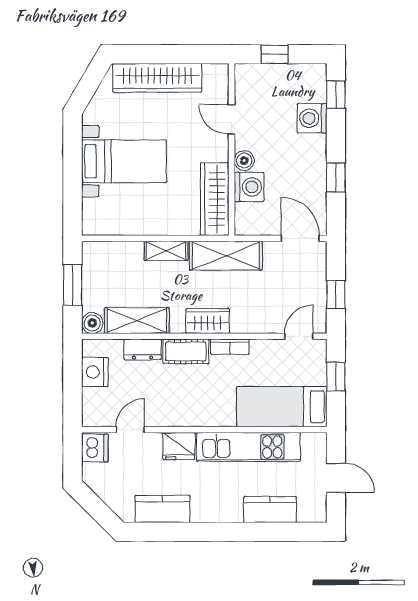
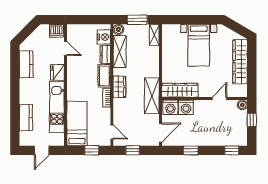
washing machine: (312, 118) -> (170, 107), moved, turned 180
boiler: (244, 161) -> (242, 105), moved
shelving: (166, 251) -> (154, 35), moved
nightstand: (95, 372) -> (104, 37), moved, turned 90

